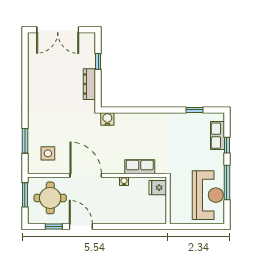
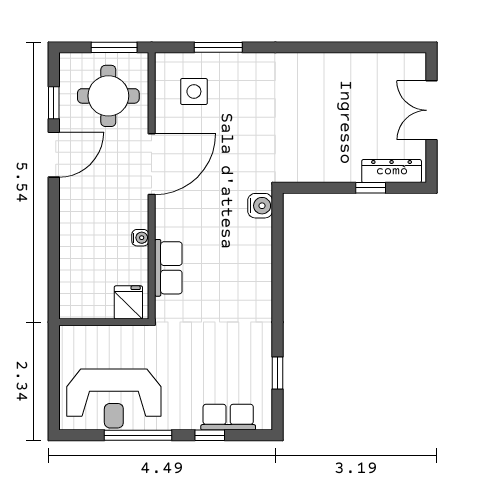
double door: (58, 30) -> (432, 110), width x0.73
dresser: (89, 84) -> (392, 171), moved

